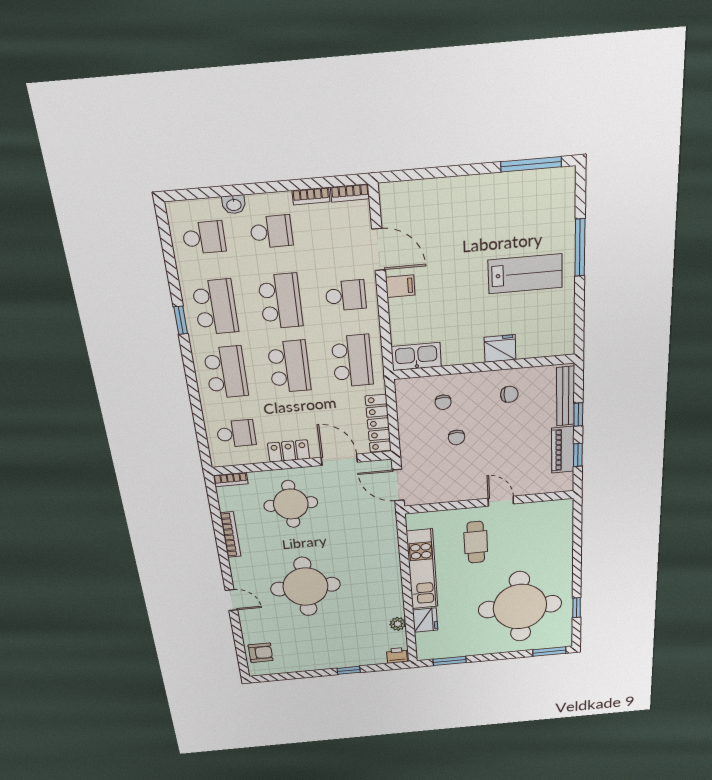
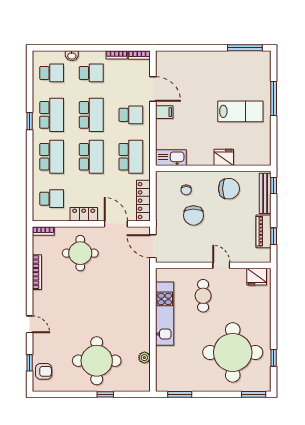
chair: (509, 394) -> (229, 189), width x1.87, depth x1.87
window: (578, 415) -> (274, 185), moved
chair: (456, 437) -> (194, 215), width x1.87, depth x1.87
round table: (305, 587) -> (97, 361), moved
fridge: (425, 620) -> (257, 277), moved, turned 90
window: (239, 645) -> (30, 363), added
printer: (397, 655) -> (142, 385), removed

